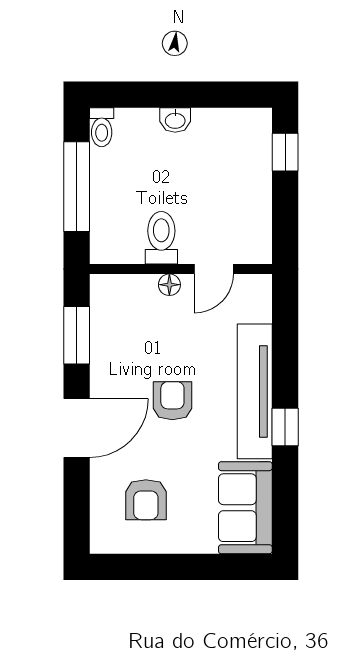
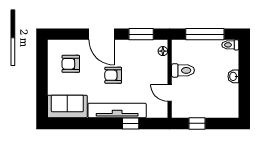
window: (285, 152) -> (197, 123), moved
floor lamp: (169, 285) -> (163, 51), moved
armchair: (172, 401) -> (113, 75), turned 180
window: (285, 427) -> (131, 123), moved

